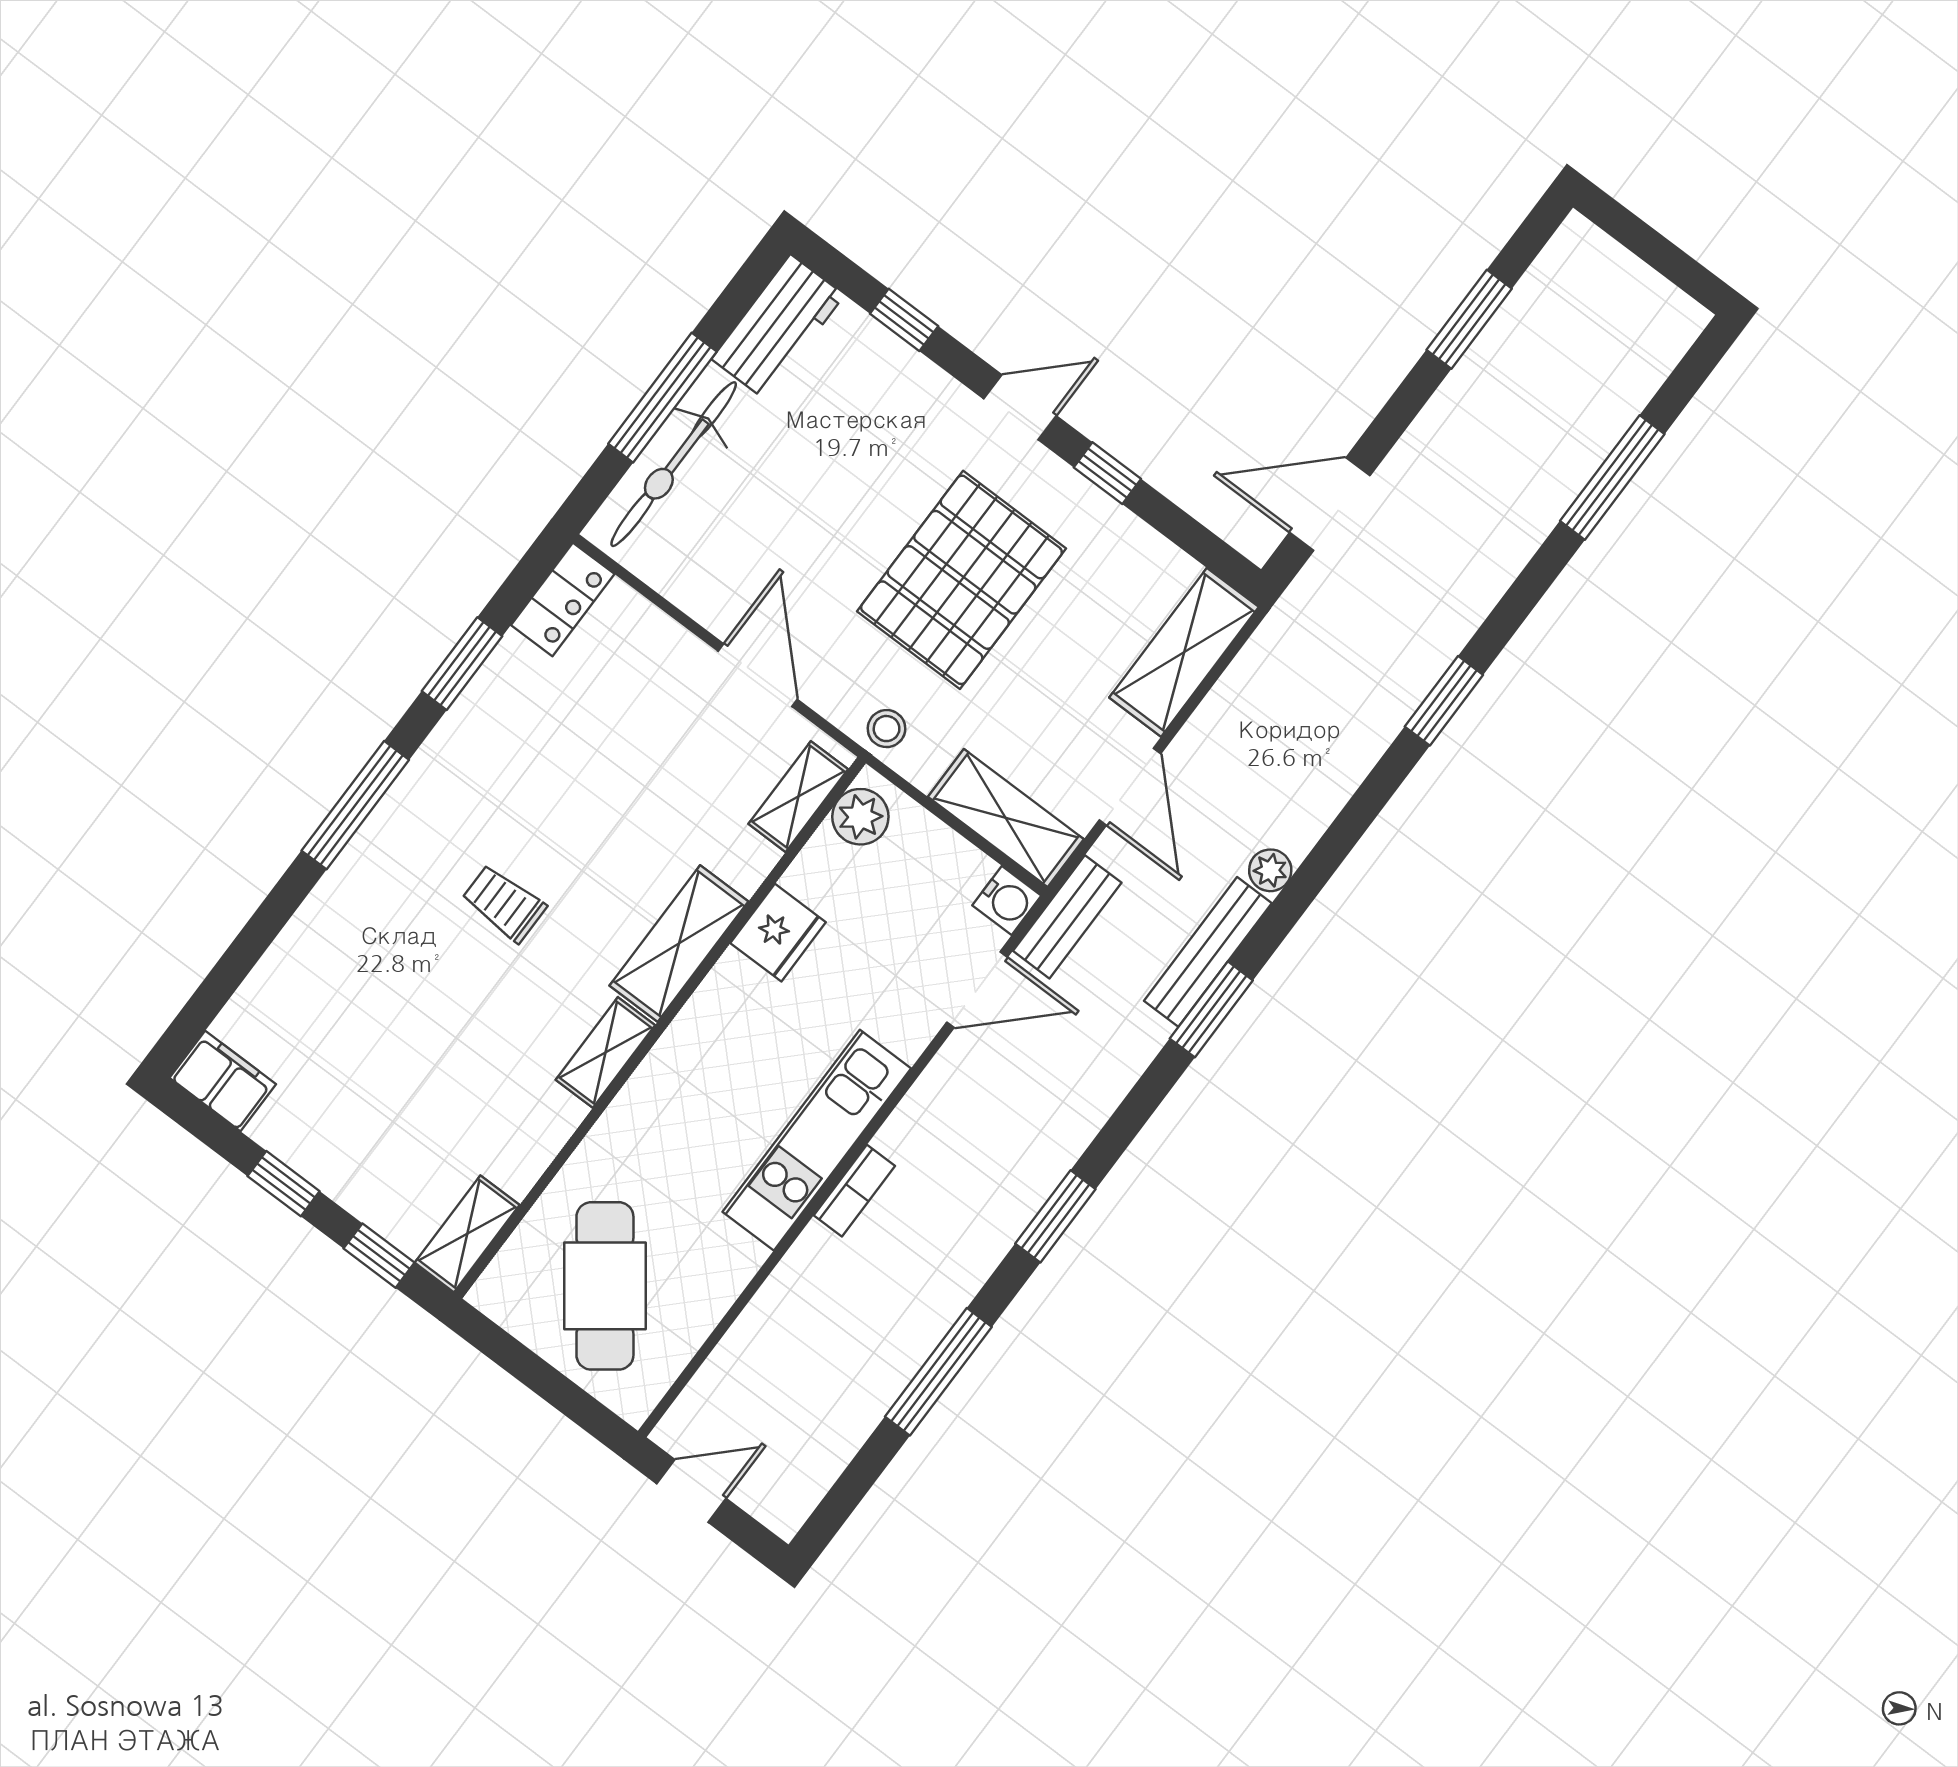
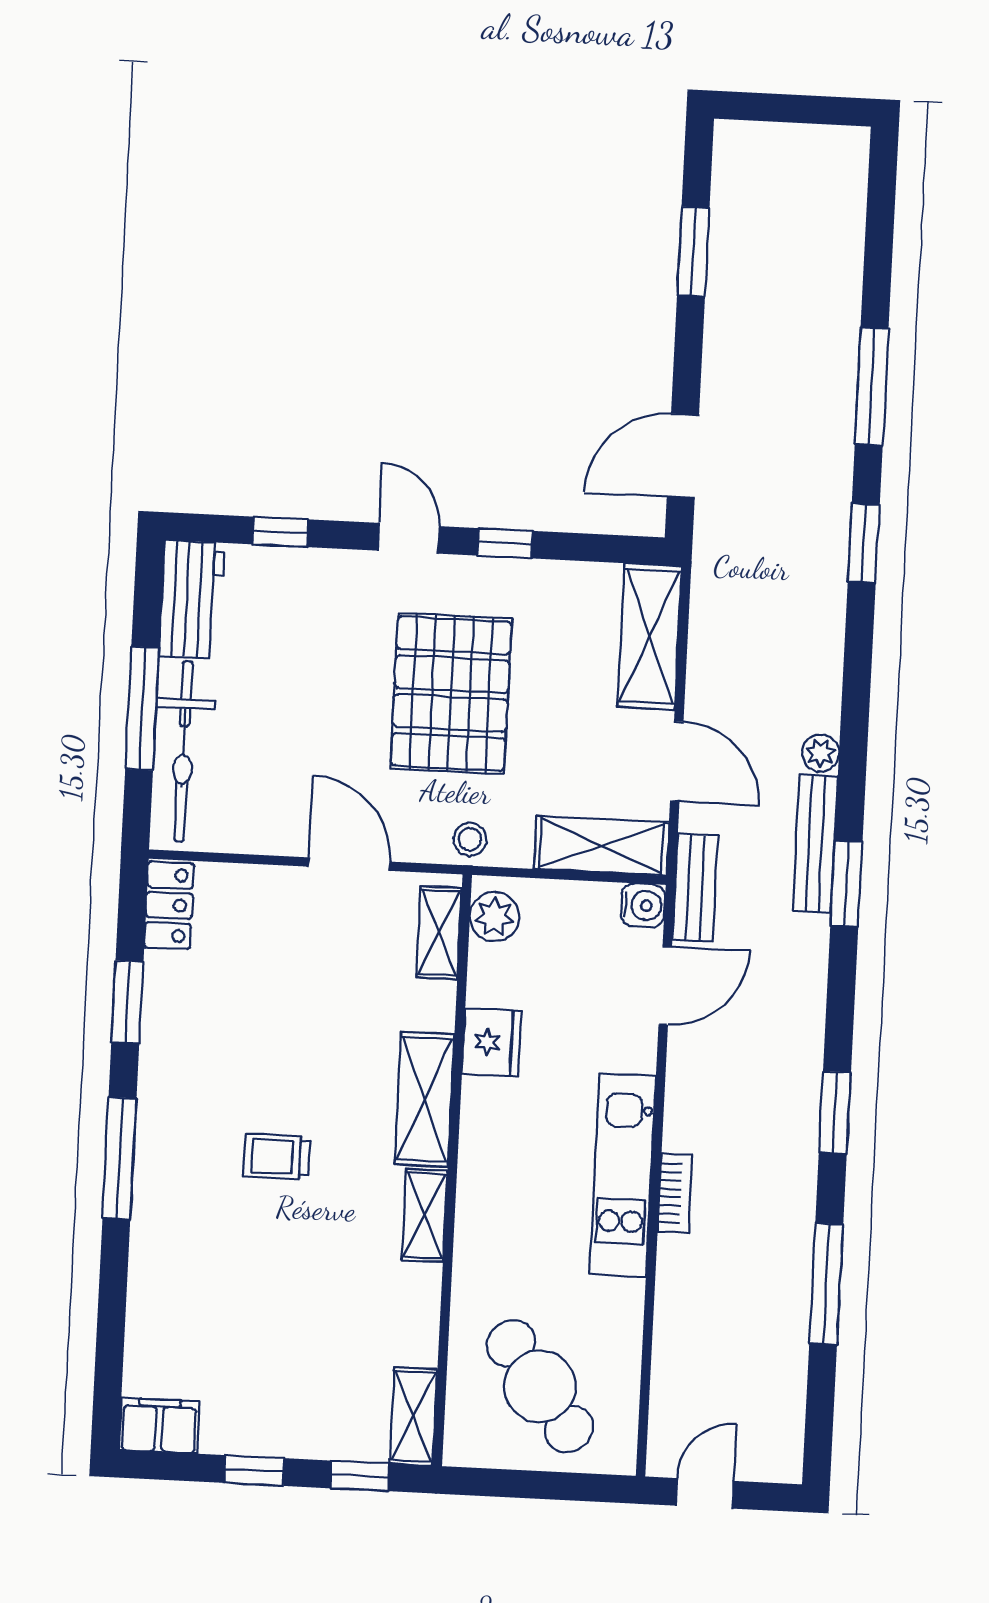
door: (1020, 407) -> (408, 538), hinge flipped
window: (1612, 477) -> (872, 386), moved

